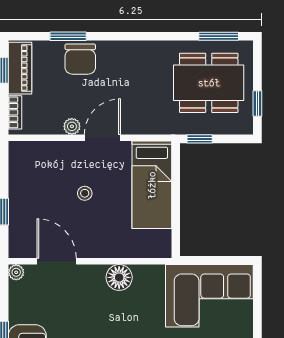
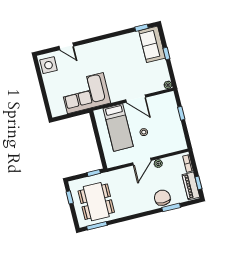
dining table: (209, 83) -> (96, 202), turned 90
bed: (152, 185) -> (118, 127), moved, turned 180
door: (57, 261) -> (136, 99), moved
floor lamp: (119, 277) -> (117, 95), removed
corner sofa: (209, 296) -> (85, 93), moved

